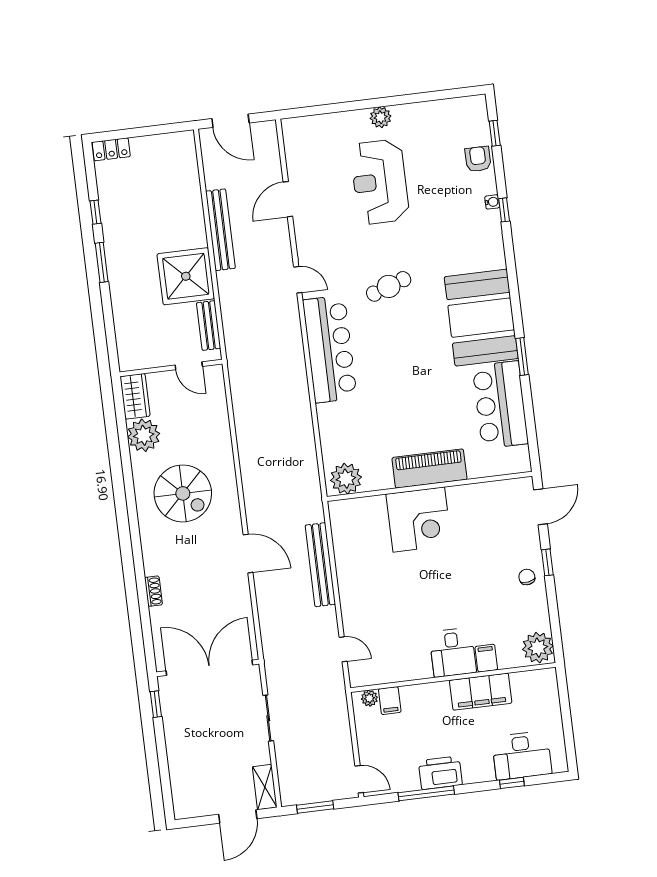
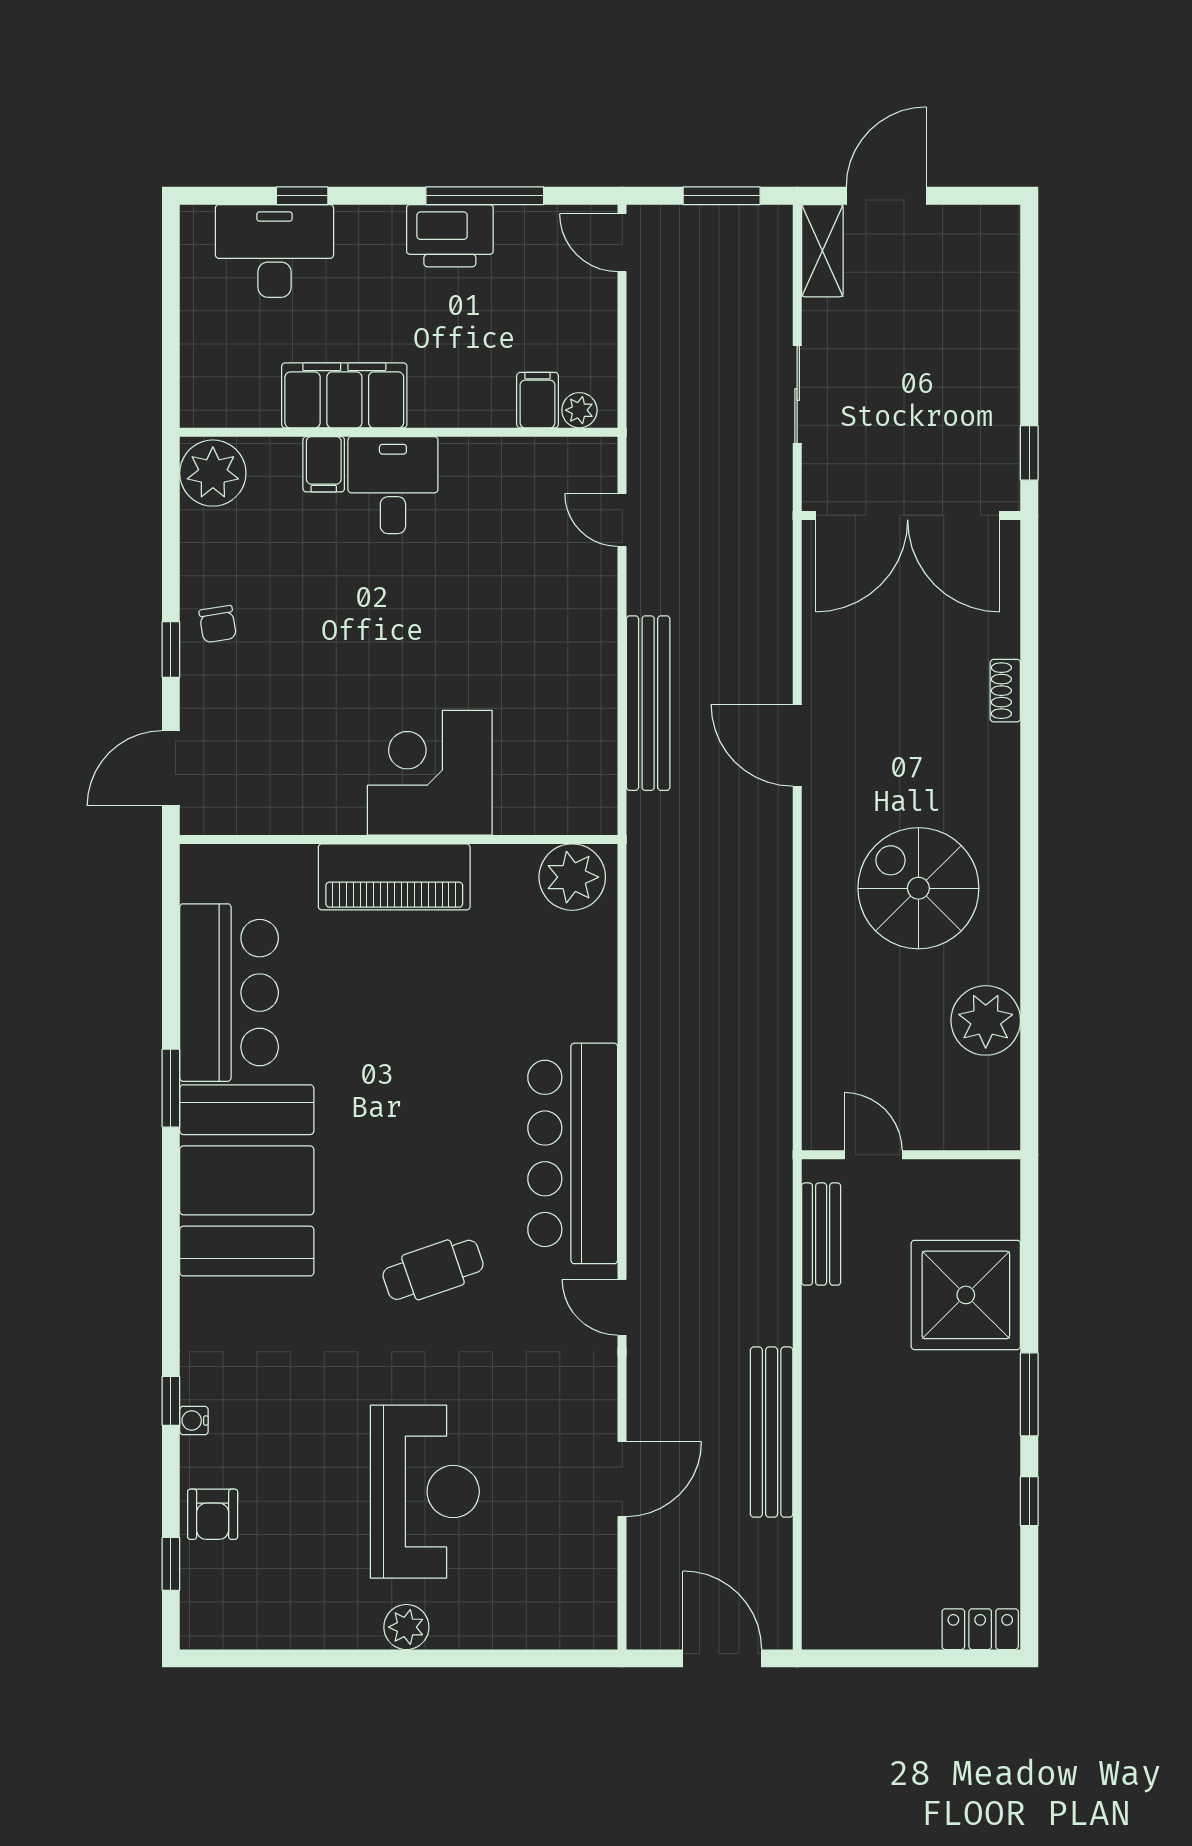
shower: (186, 276) -> (966, 1295), moved
wardrobe: (135, 396) -> (994, 1105), removed

